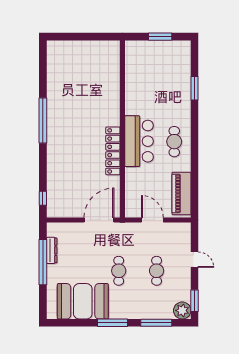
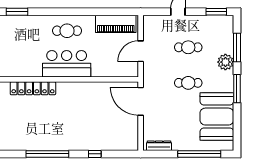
locker: (113, 151) -> (33, 88), moved
window: (43, 198) -> (95, 154), moved
dresser: (52, 250) -> (159, 146), moved
window: (43, 262) -> (199, 154), moved
plant: (182, 310) -> (225, 62), moved

